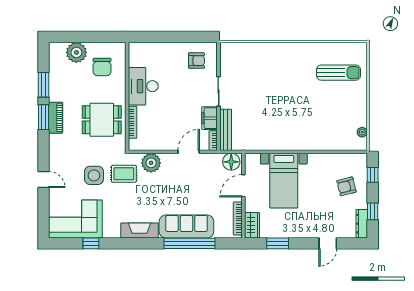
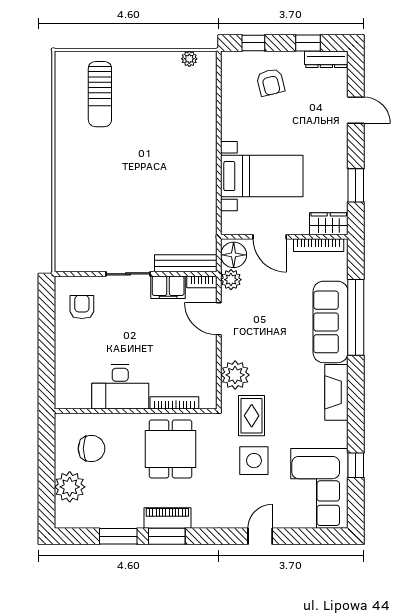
sun lounger: (339, 73) -> (100, 94), turned 180
plant: (215, 160) -> (231, 280), added

